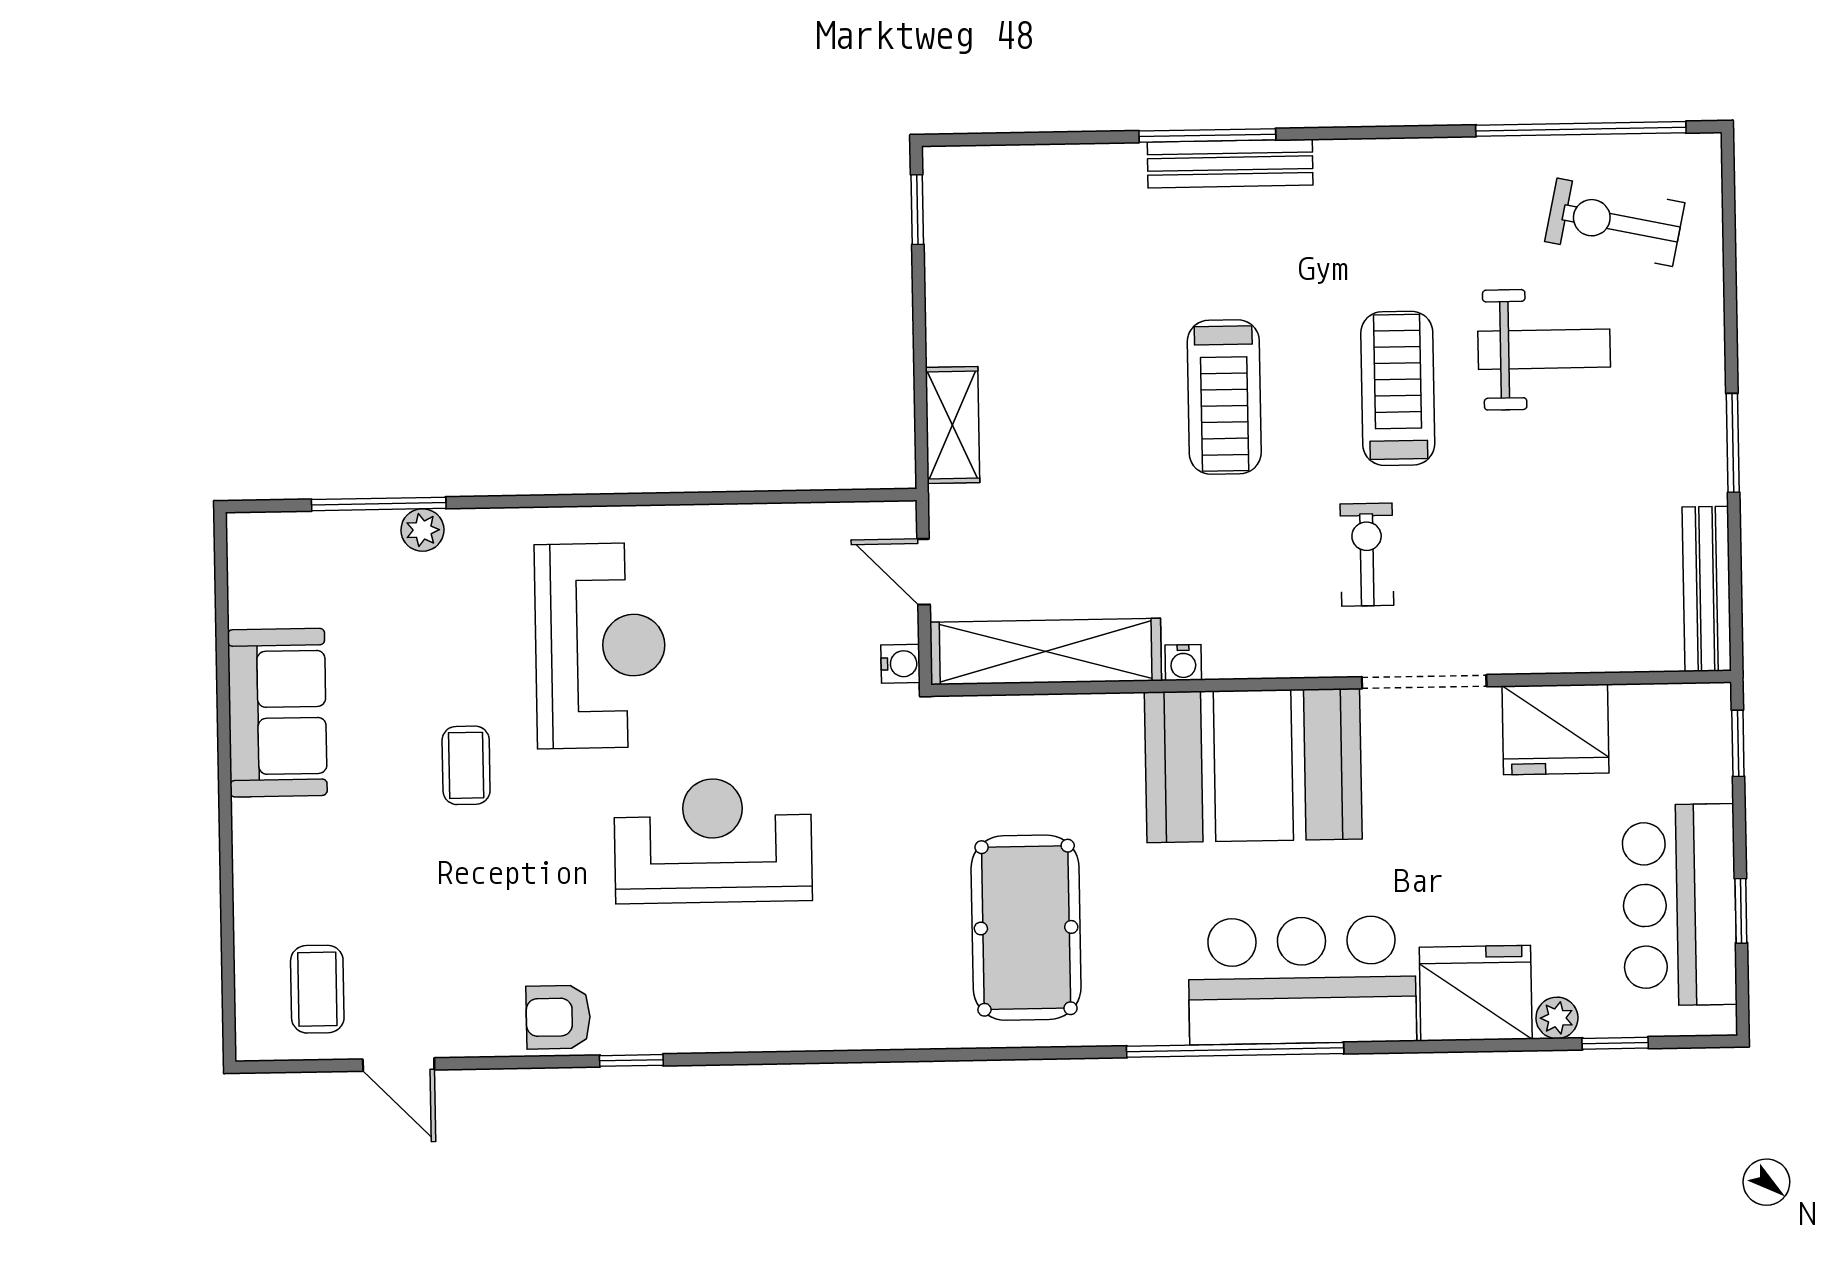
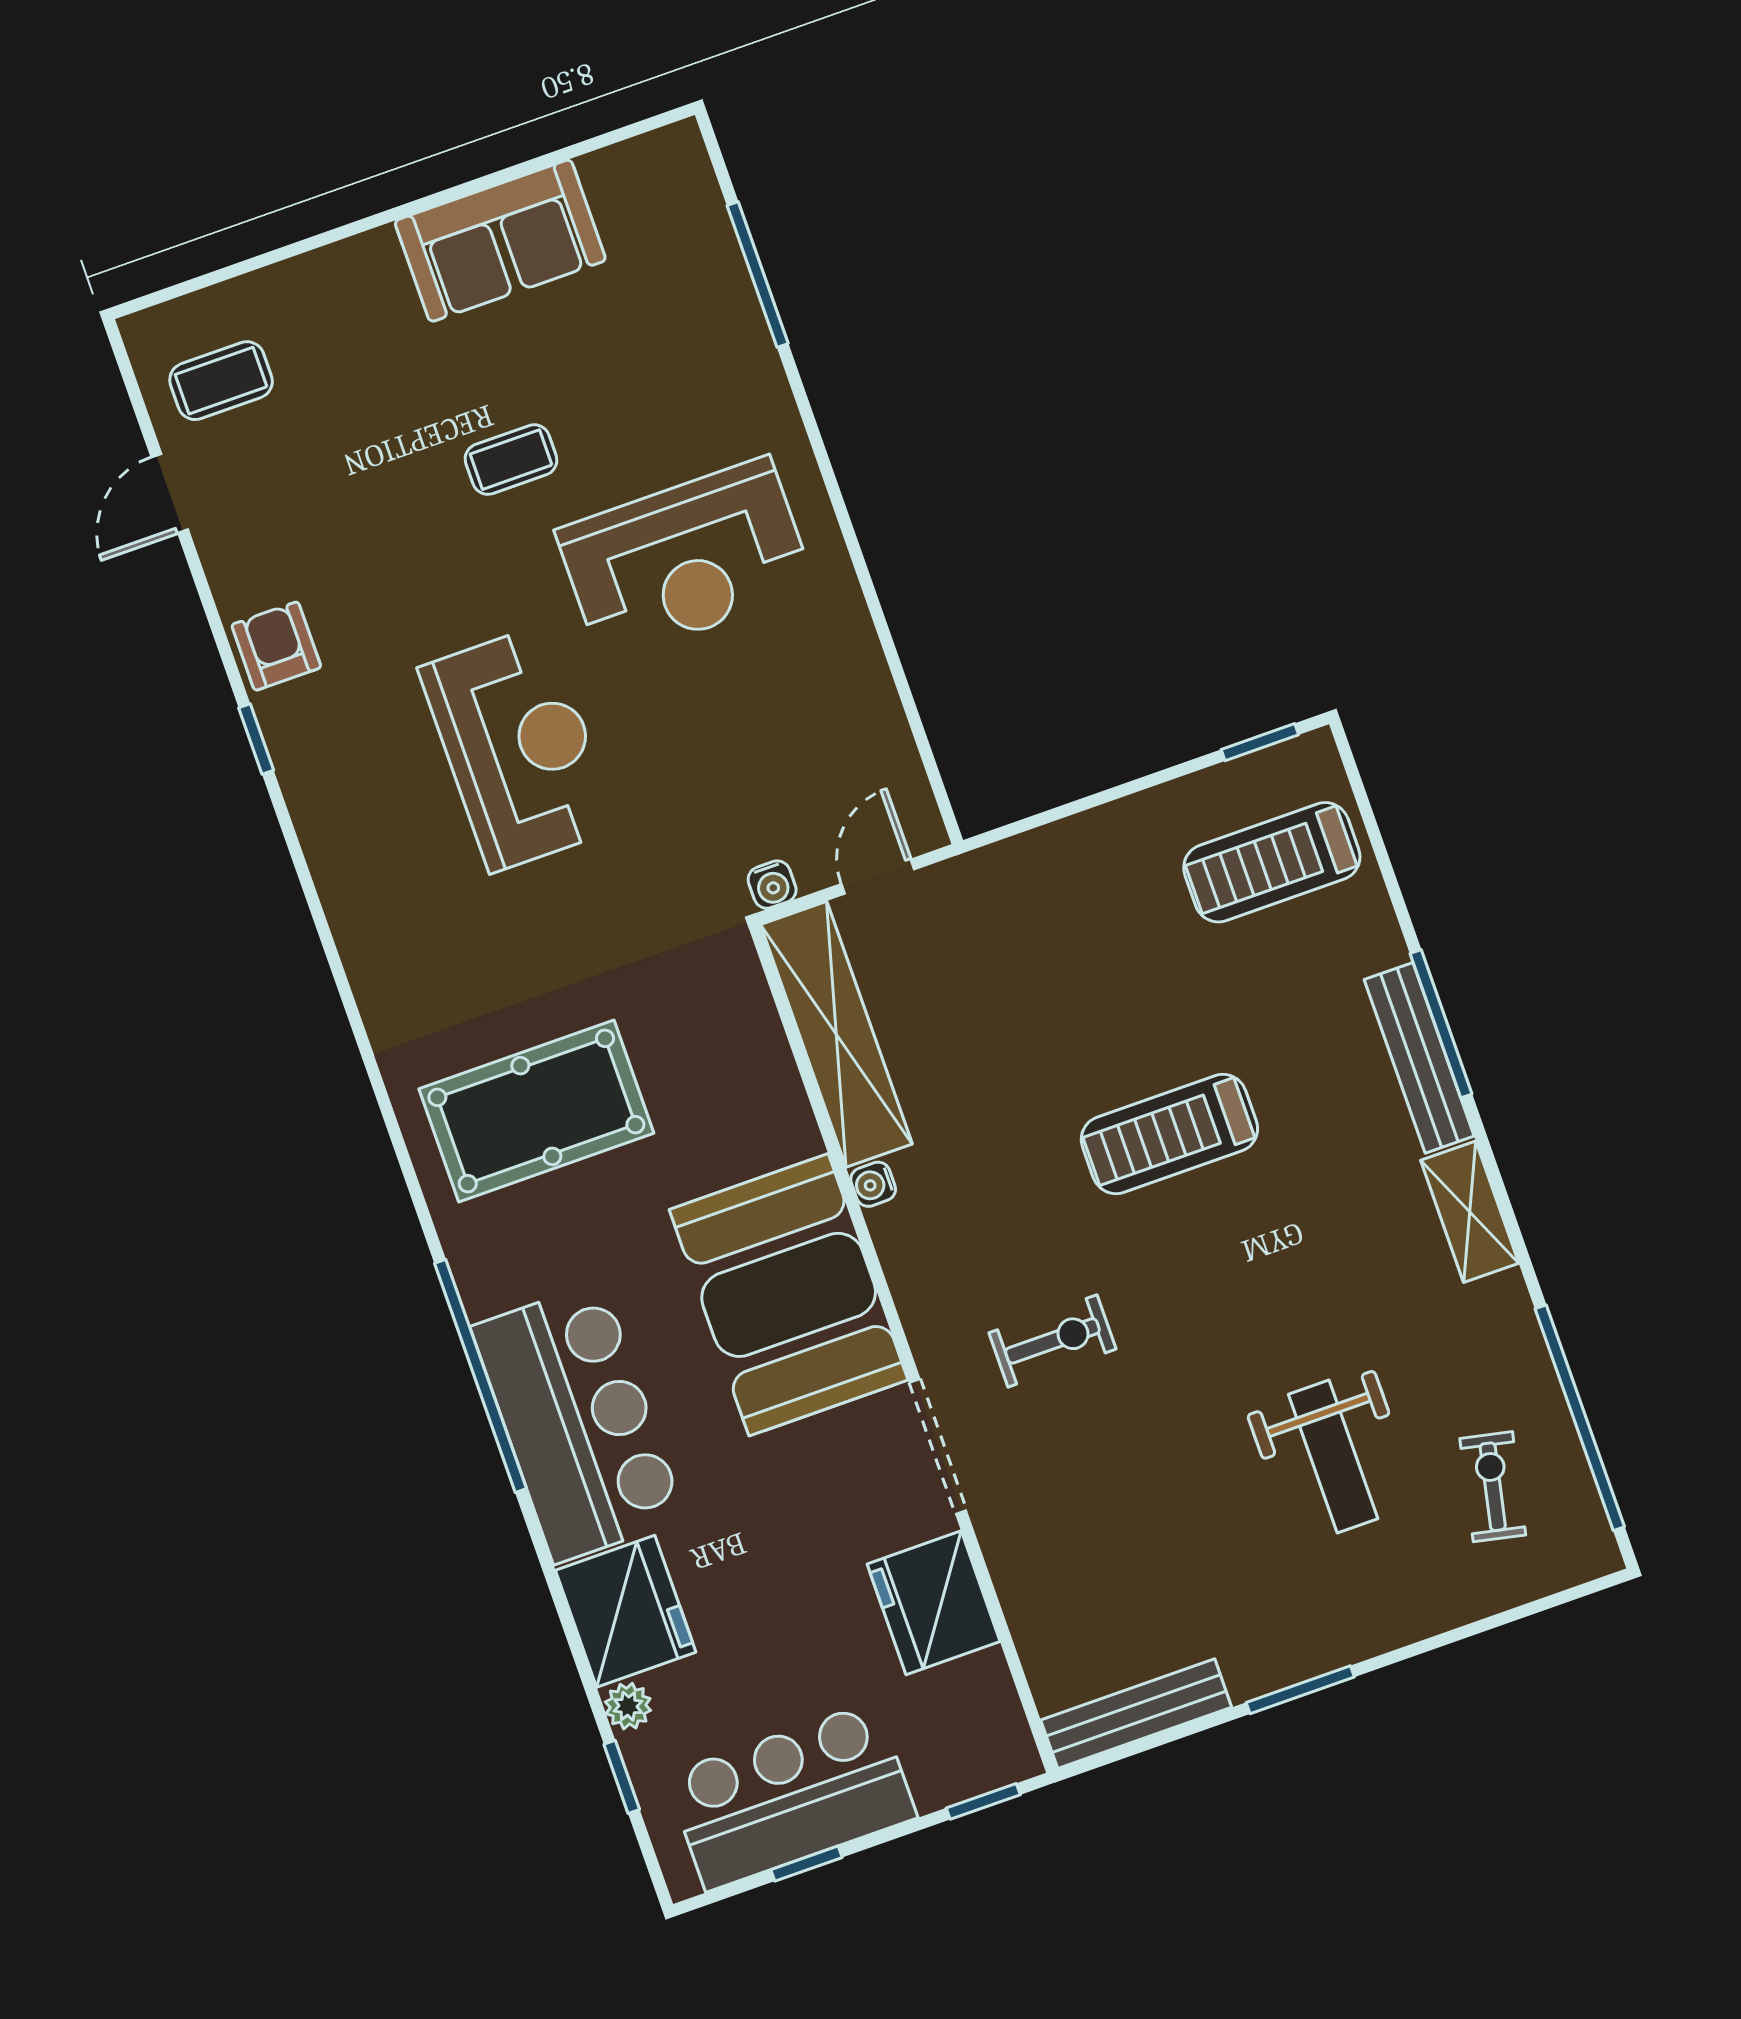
exercise bike: (1615, 222) -> (1493, 1487), width x0.73, depth x0.72
treadmill: (1398, 388) -> (1272, 862), moved, turned 180
shelving: (953, 425) -> (1470, 1212), moved, turned 90
plant: (422, 530) -> (745, 330), removed

